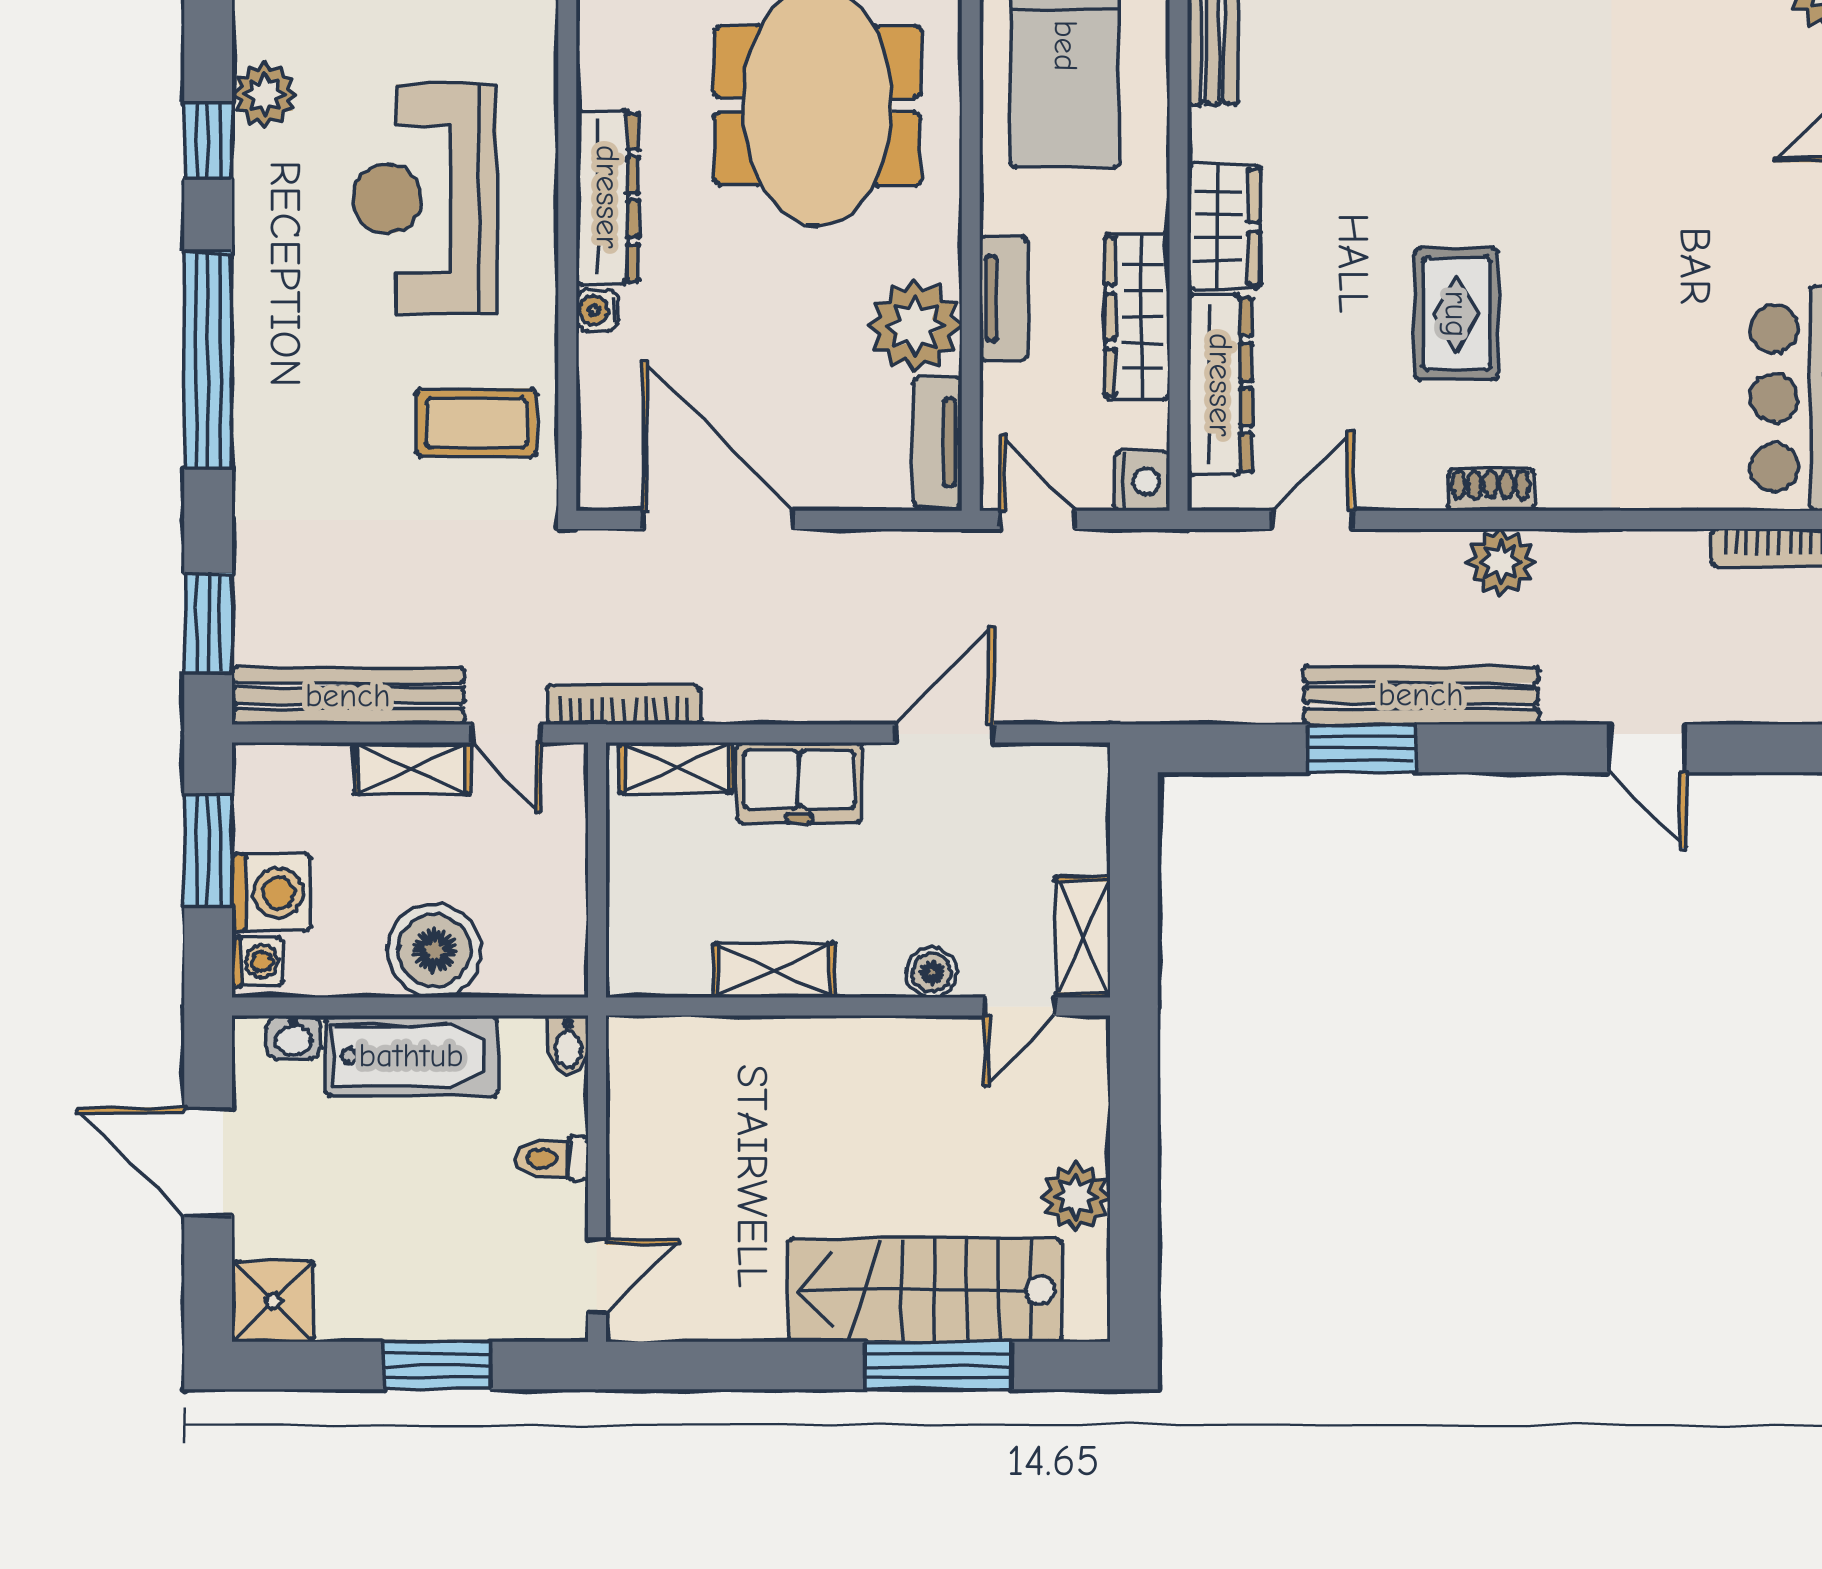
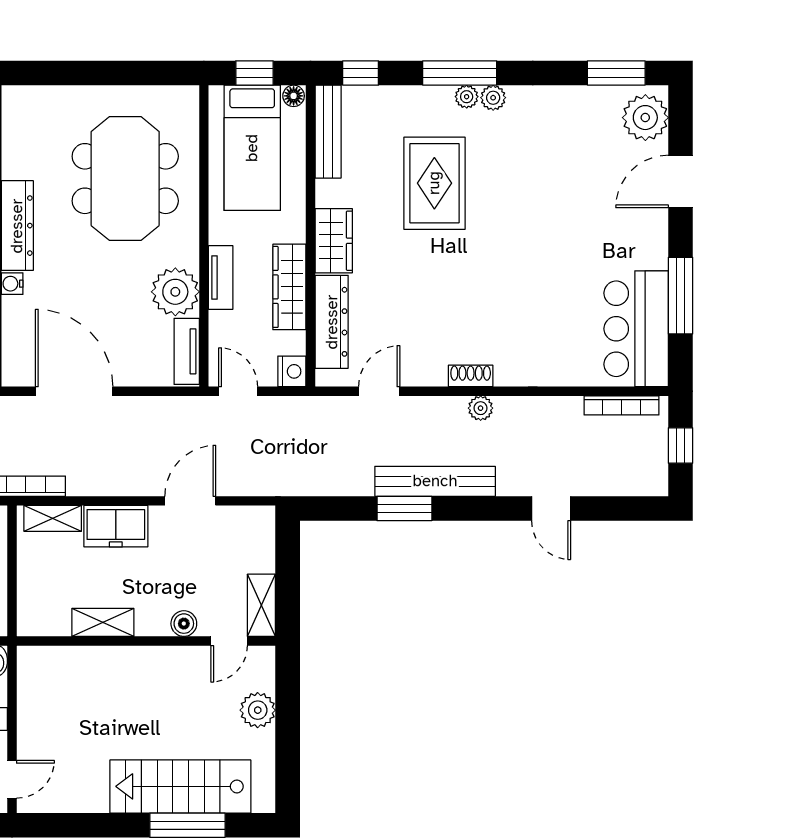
rug: (1456, 314) -> (434, 183), moved, width x1.36, depth x1.43
plant: (1501, 562) -> (481, 408), width x0.73, depth x0.73
plant: (1076, 1197) -> (258, 710), moved

